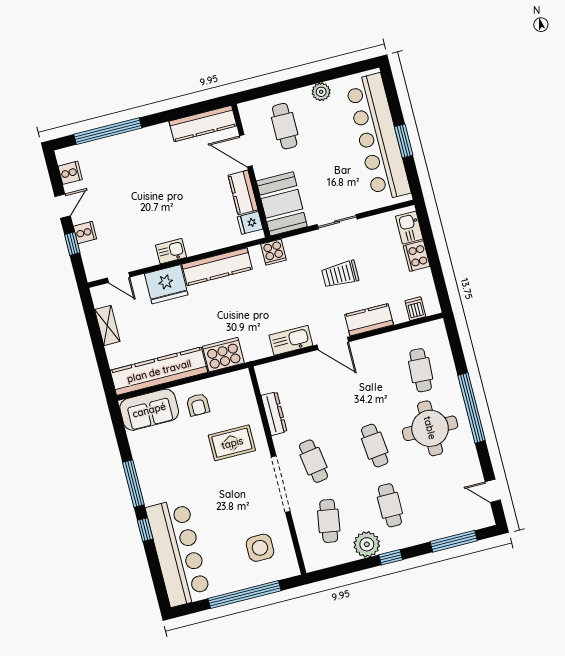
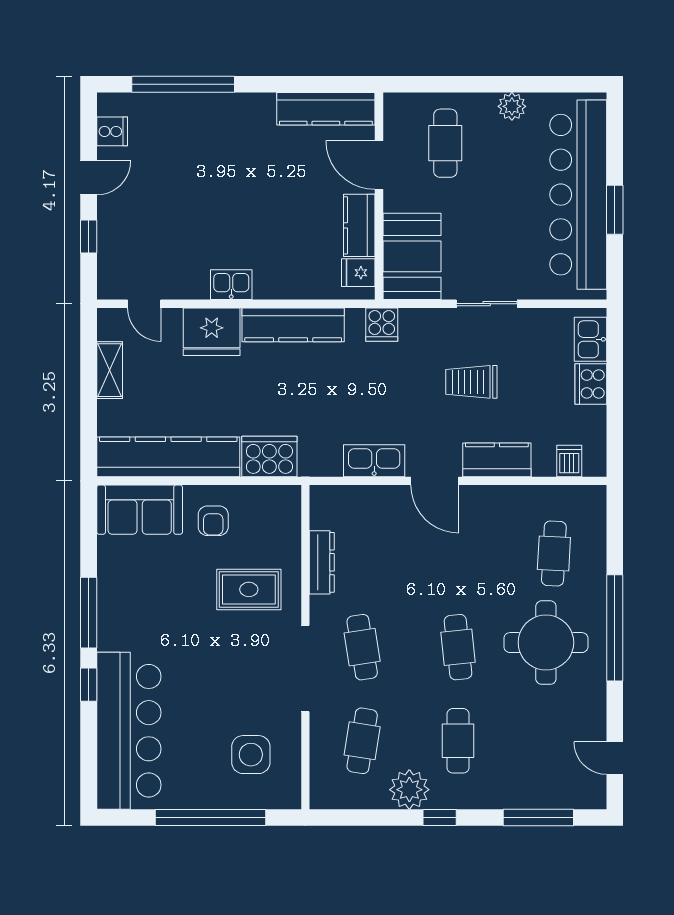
cooker: (85, 232) -> (112, 225), removed

